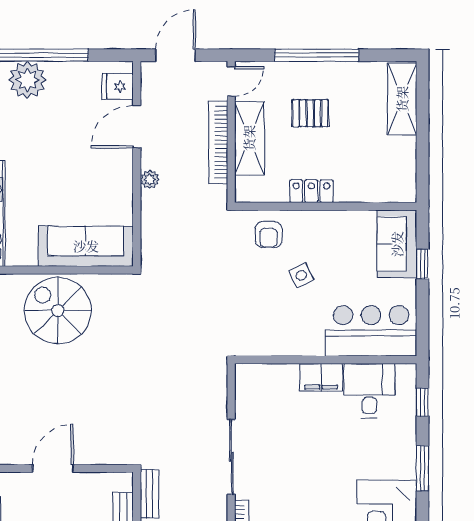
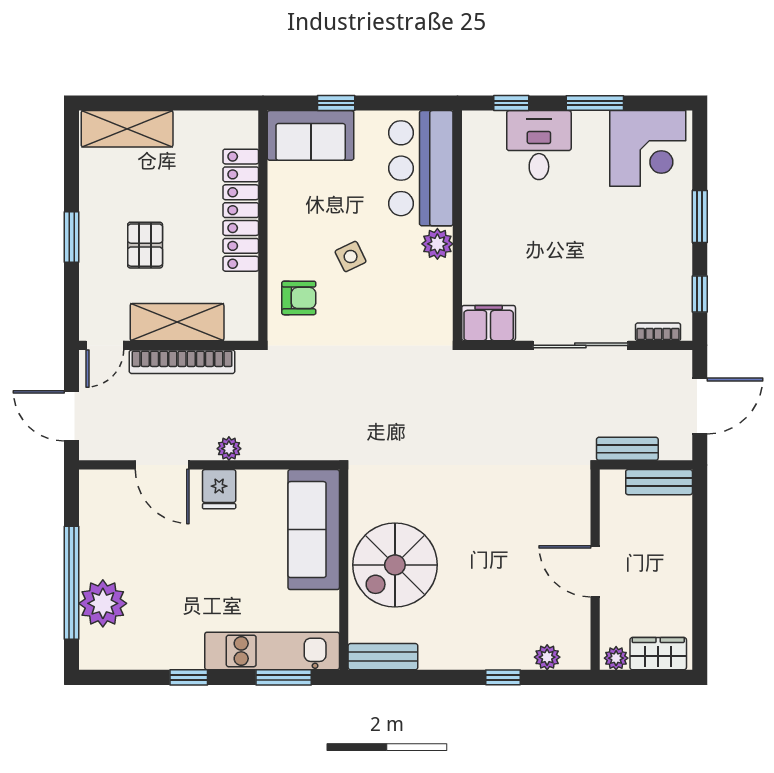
window: (317, 55) -> (72, 237), width x0.47
door: (231, 81) -> (105, 345), swing flipped
fridge: (118, 87) -> (219, 489), moved
locker: (311, 191) -> (241, 210), width x2.16, depth x1.21
plant: (311, 344) -> (437, 244), added
filing cabinet: (321, 377) -> (489, 323), moved, turned -90
desk: (369, 391) -> (539, 145), moved, turned 90

